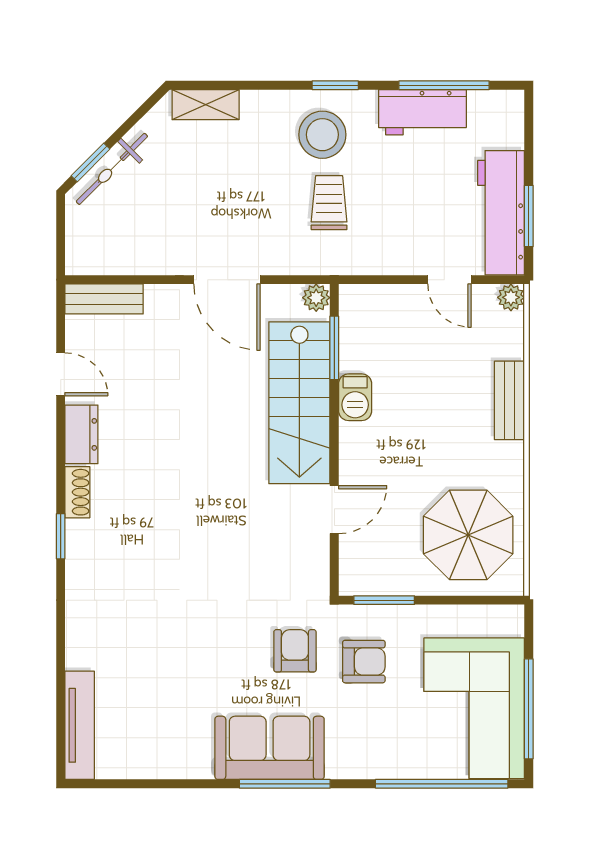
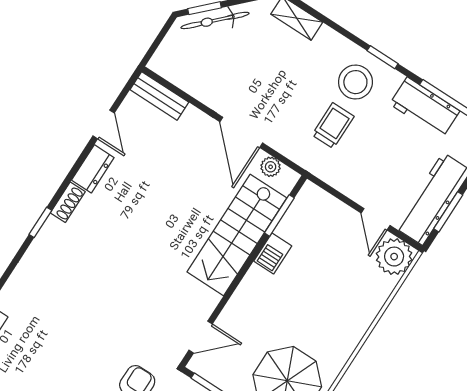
plant: (511, 297) -> (394, 257), width x1.88, depth x1.88
plant: (316, 298) -> (271, 167), moved
bench: (509, 400) -> (365, 316), removed
door: (334, 510) -> (201, 337), moved

